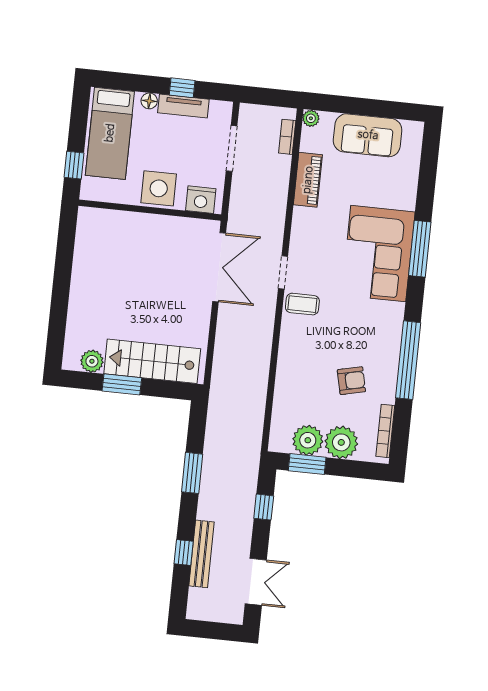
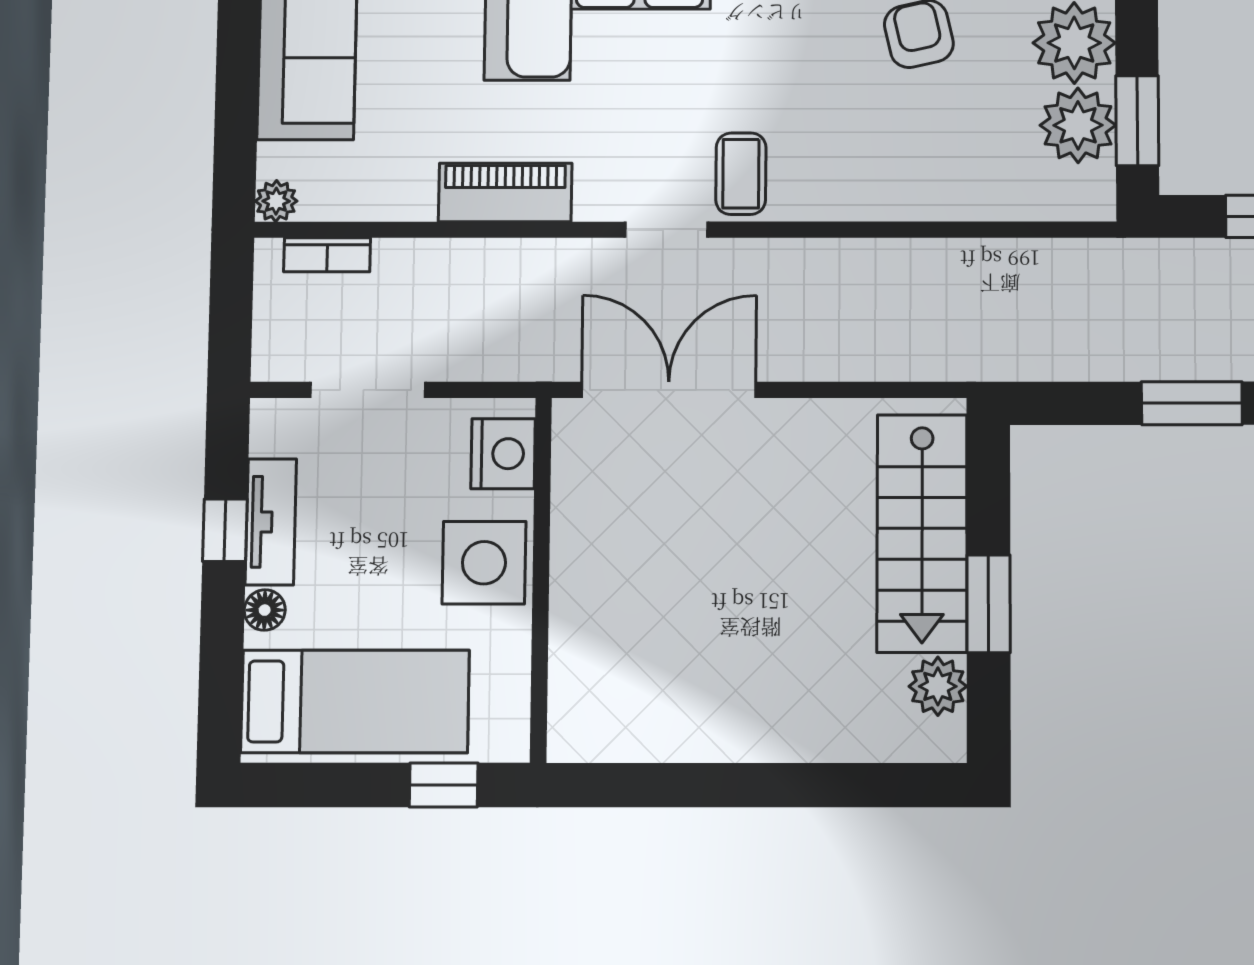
piano: (308, 180) -> (505, 192), moved

